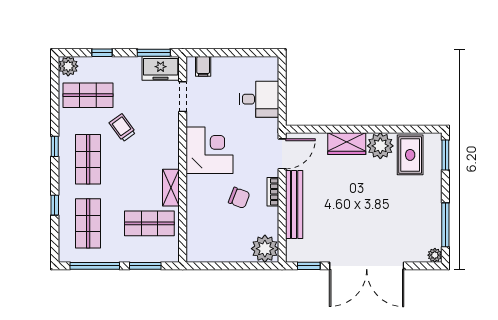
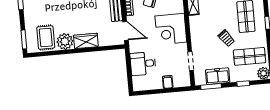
filing cabinet: (203, 66) -> (168, 82), moved
freezer: (161, 68) -> (218, 76), moved
door: (282, 154) -> (126, 31), swing flipped

